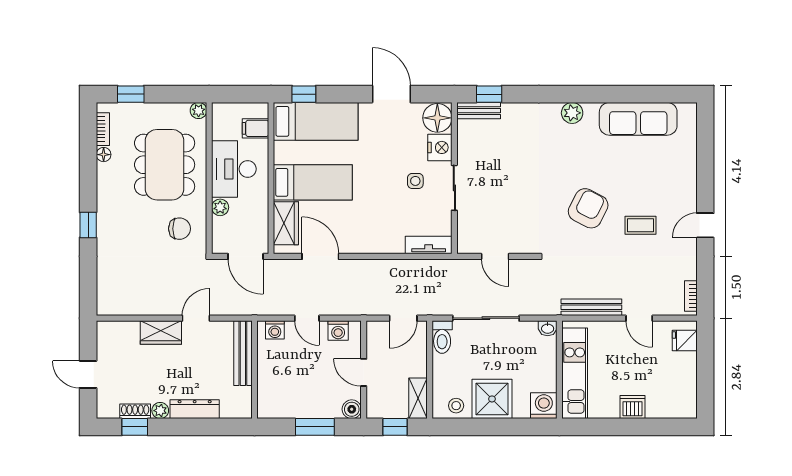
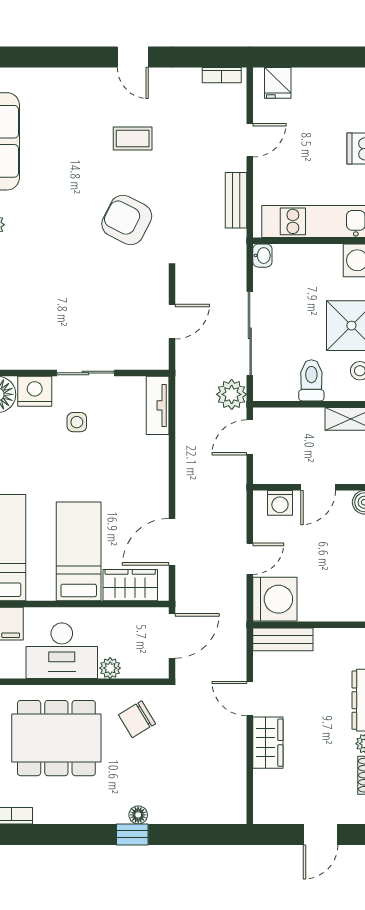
floor lamp: (104, 155) -> (138, 815), moved
armchair: (588, 208) -> (127, 220), moved
coffee table: (641, 225) -> (133, 138), turned 90
chair: (180, 229) -> (137, 719), turned -121
plant: (437, 304) -> (232, 394), added
bench: (591, 307) -> (236, 200), width x0.73
door: (403, 318) -> (250, 437), swing flipped
washing machine: (275, 330) -> (275, 599), width x1.89, depth x1.89
washing machine: (338, 331) -> (280, 503), moved, turned 90
toilet: (442, 337) -> (311, 380), moved, turned -90
bench: (243, 353) -> (283, 639), width x0.73

